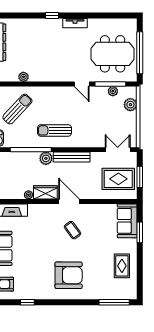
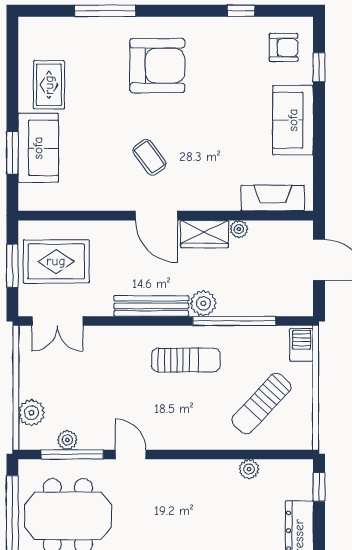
sofa: (127, 221) -> (38, 148), moved
armchair: (69, 275) -> (157, 66), turned 180
window: (114, 302) -> (105, 11), moved

